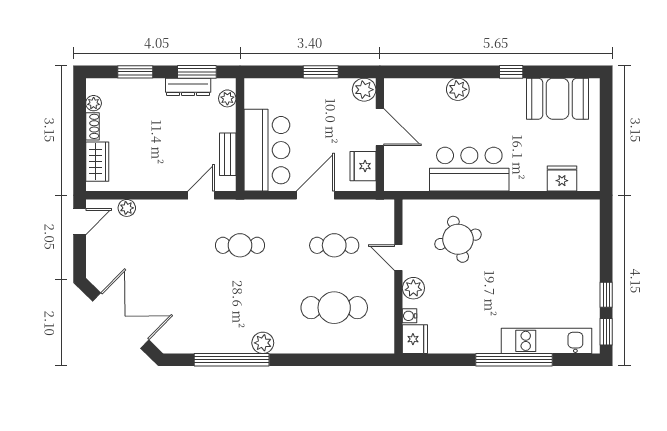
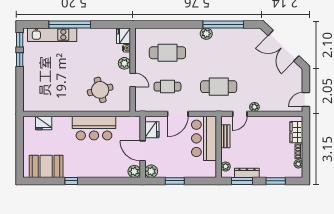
plant: (458, 89) -> (134, 171), moved
plant: (127, 208) -> (254, 107), moved
cafe table: (240, 245) -> (219, 87), width x1.37, depth x1.35

